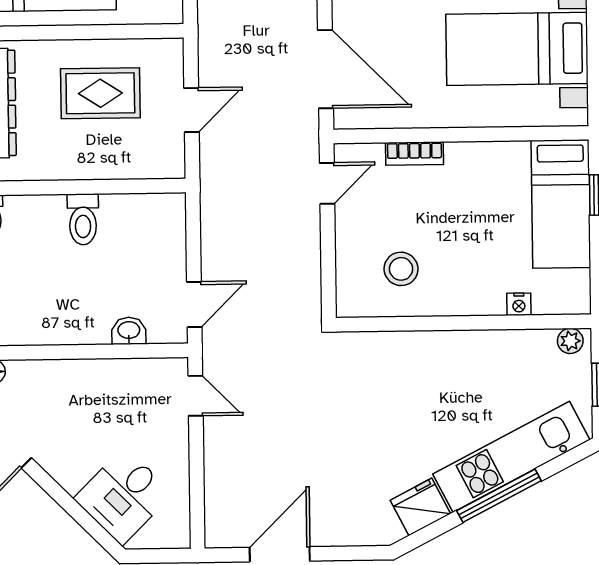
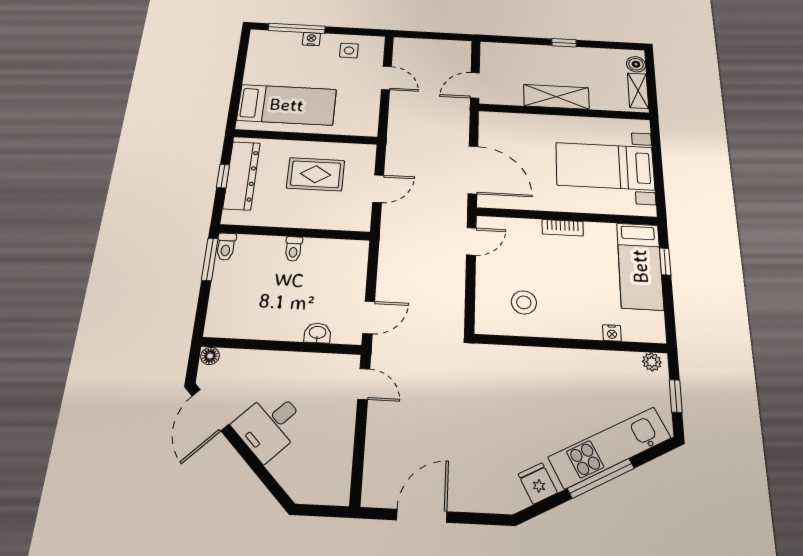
bookcase: (414, 154) -> (563, 228), moved
toilet: (83, 219) -> (293, 249), width x0.73, depth x0.72
desk: (123, 496) -> (270, 425), moved
fridge: (420, 507) -> (538, 483), width x0.72

